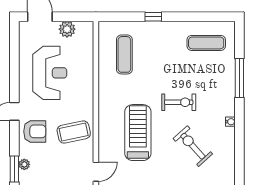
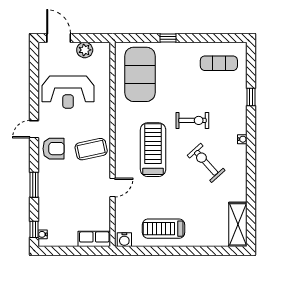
exercise mat: (124, 54) -> (140, 74), width x2.00, depth x1.45
reception desk: (50, 73) -> (68, 92), turned 90
window: (239, 78) -> (251, 97), width x0.46
plant: (24, 164) -> (43, 180), removed

